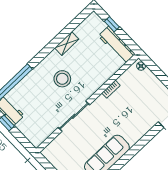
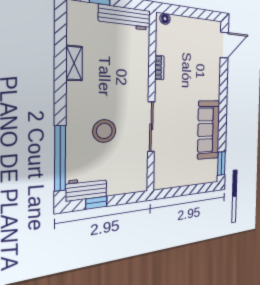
stool: (62, 79) -> (104, 131), moved

